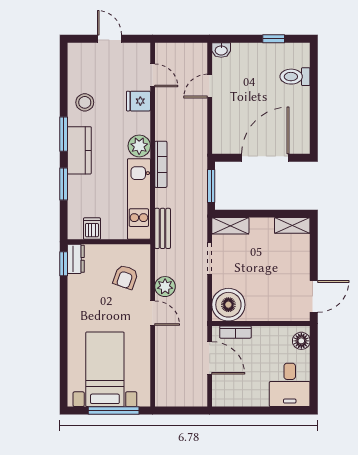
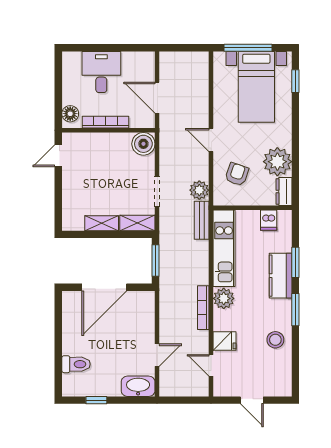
washbasin: (221, 50) -> (138, 386), width x1.91, depth x1.45
kitchen counter: (79, 150) -> (281, 276), moved
bookcase: (161, 164) -> (203, 308), moved
shelving: (292, 225) -> (102, 223), moved
window: (64, 264) -> (295, 81), moved
plant: (165, 287) -> (199, 190), moved
plant: (83, 290) -> (277, 162), added
door: (314, 296) -> (58, 156), width x0.73
boiler: (228, 305) -> (143, 144), width x0.73, depth x0.73
bookcase: (235, 332) -> (106, 122), moved, width x1.56
desk: (290, 385) -> (101, 72), moved

